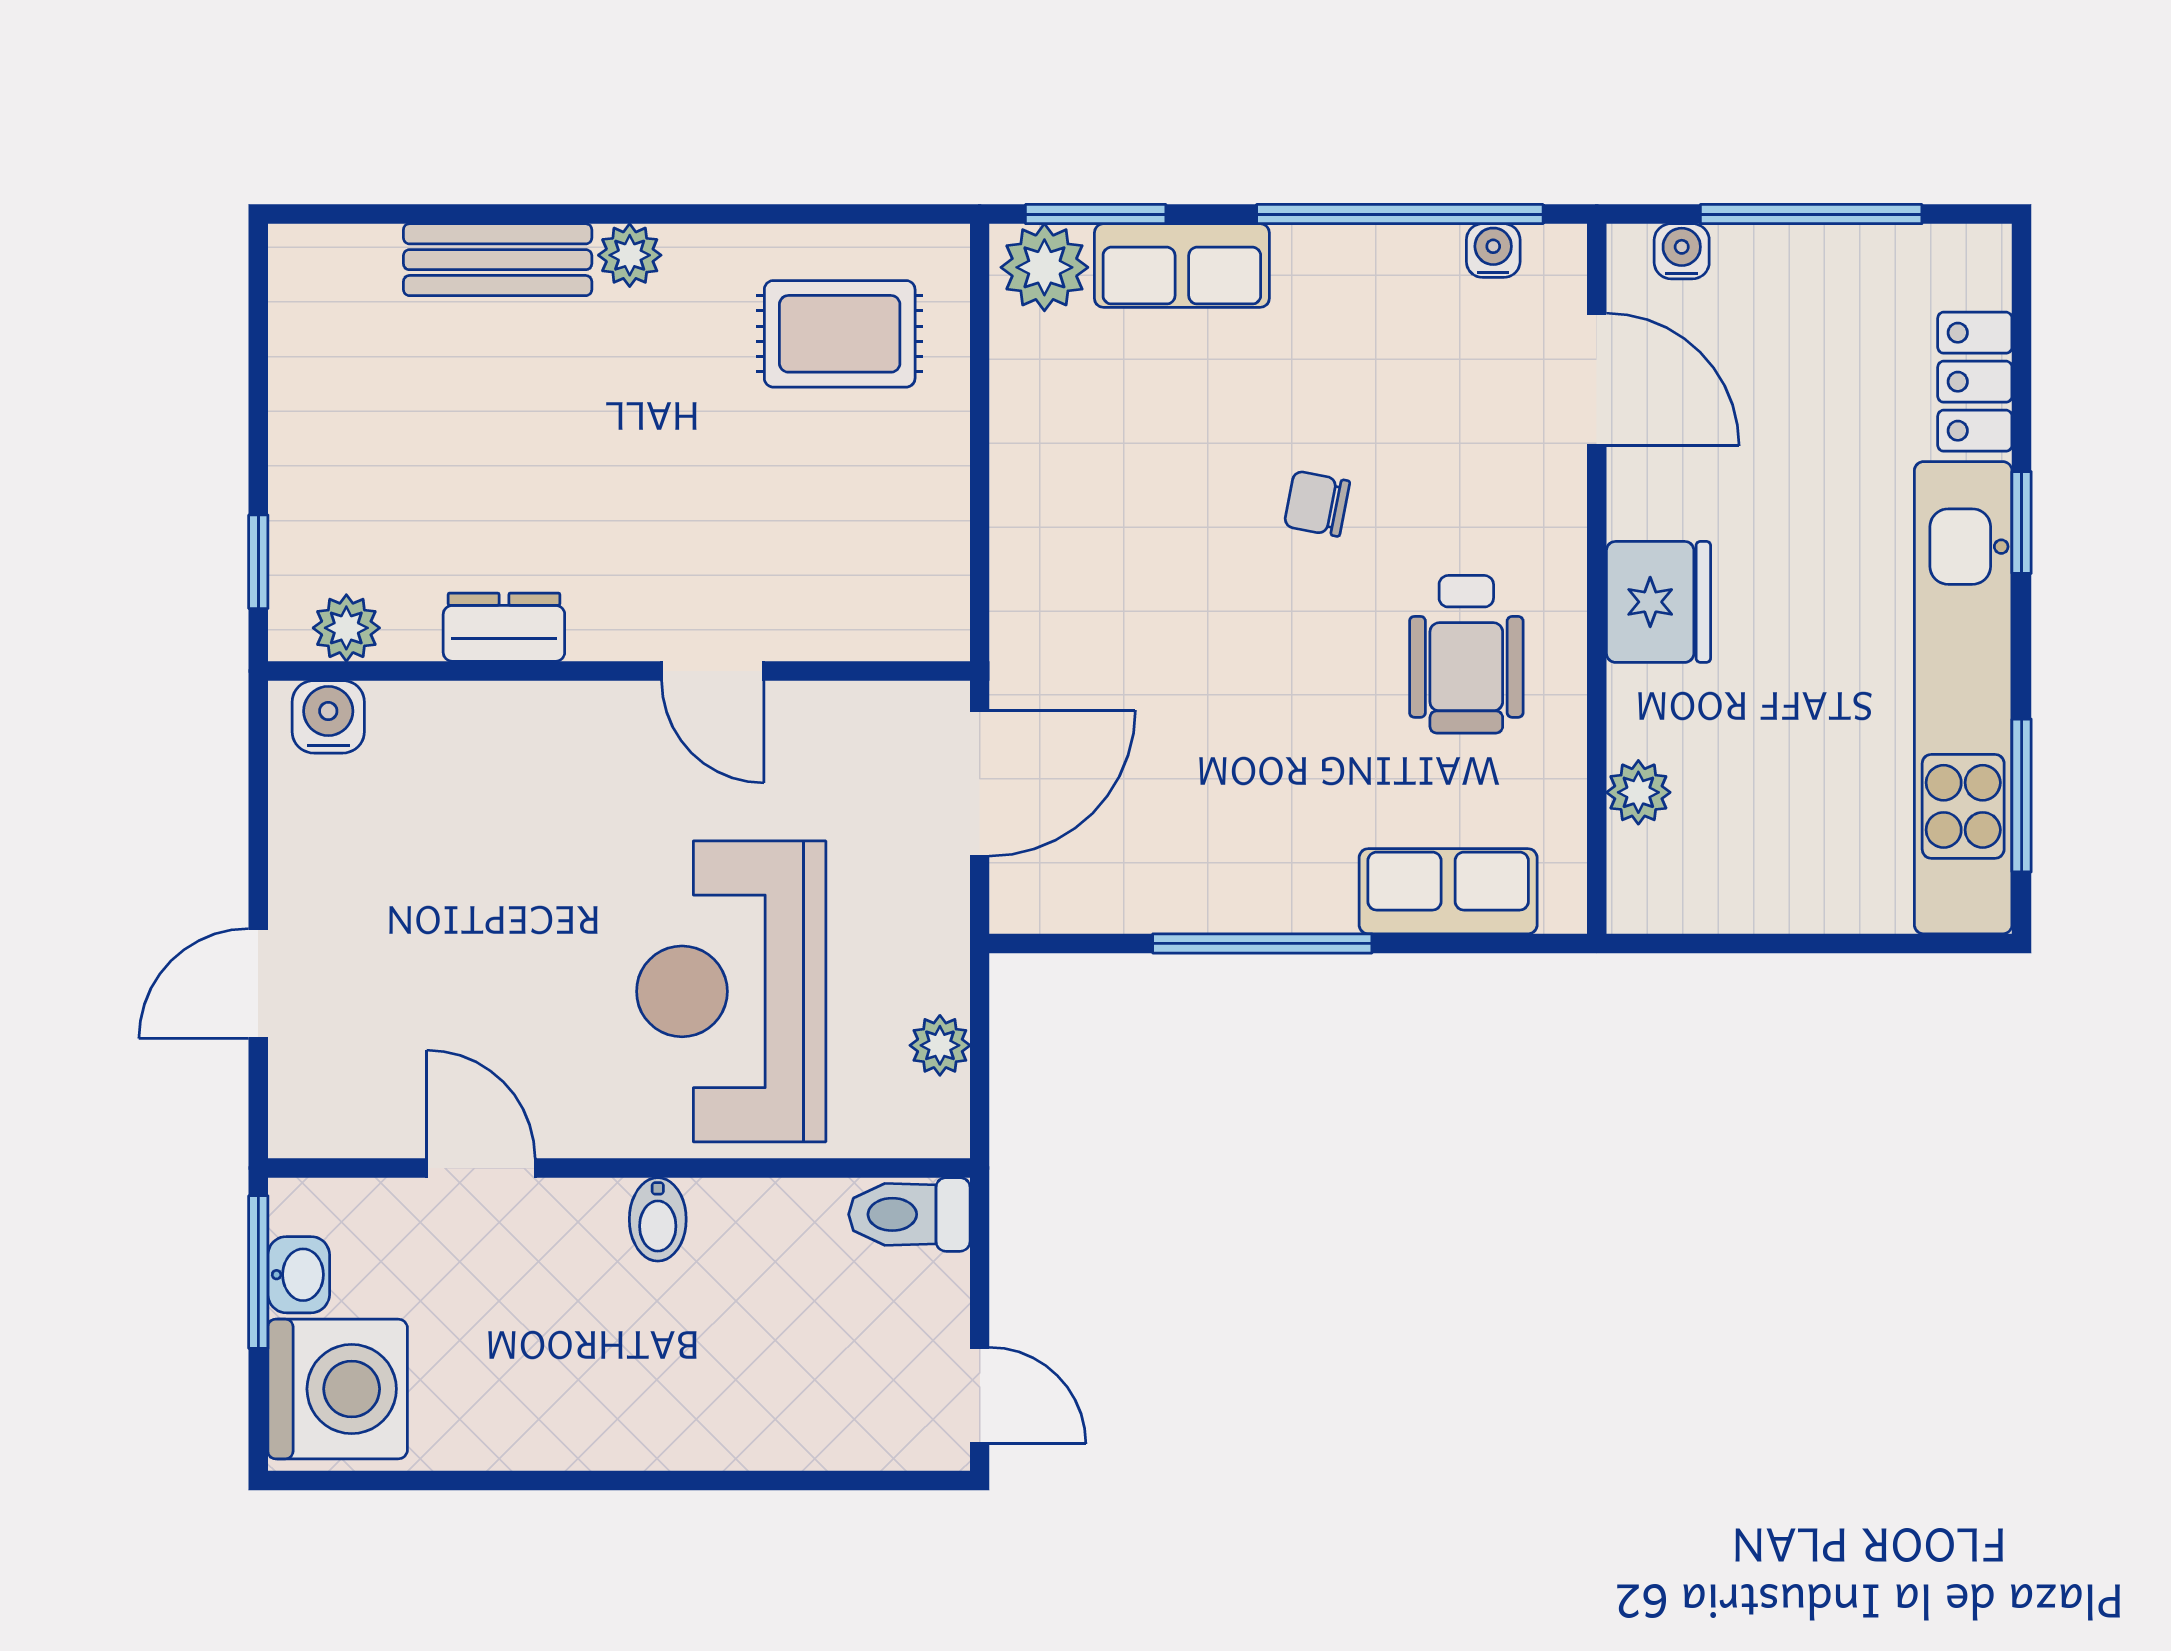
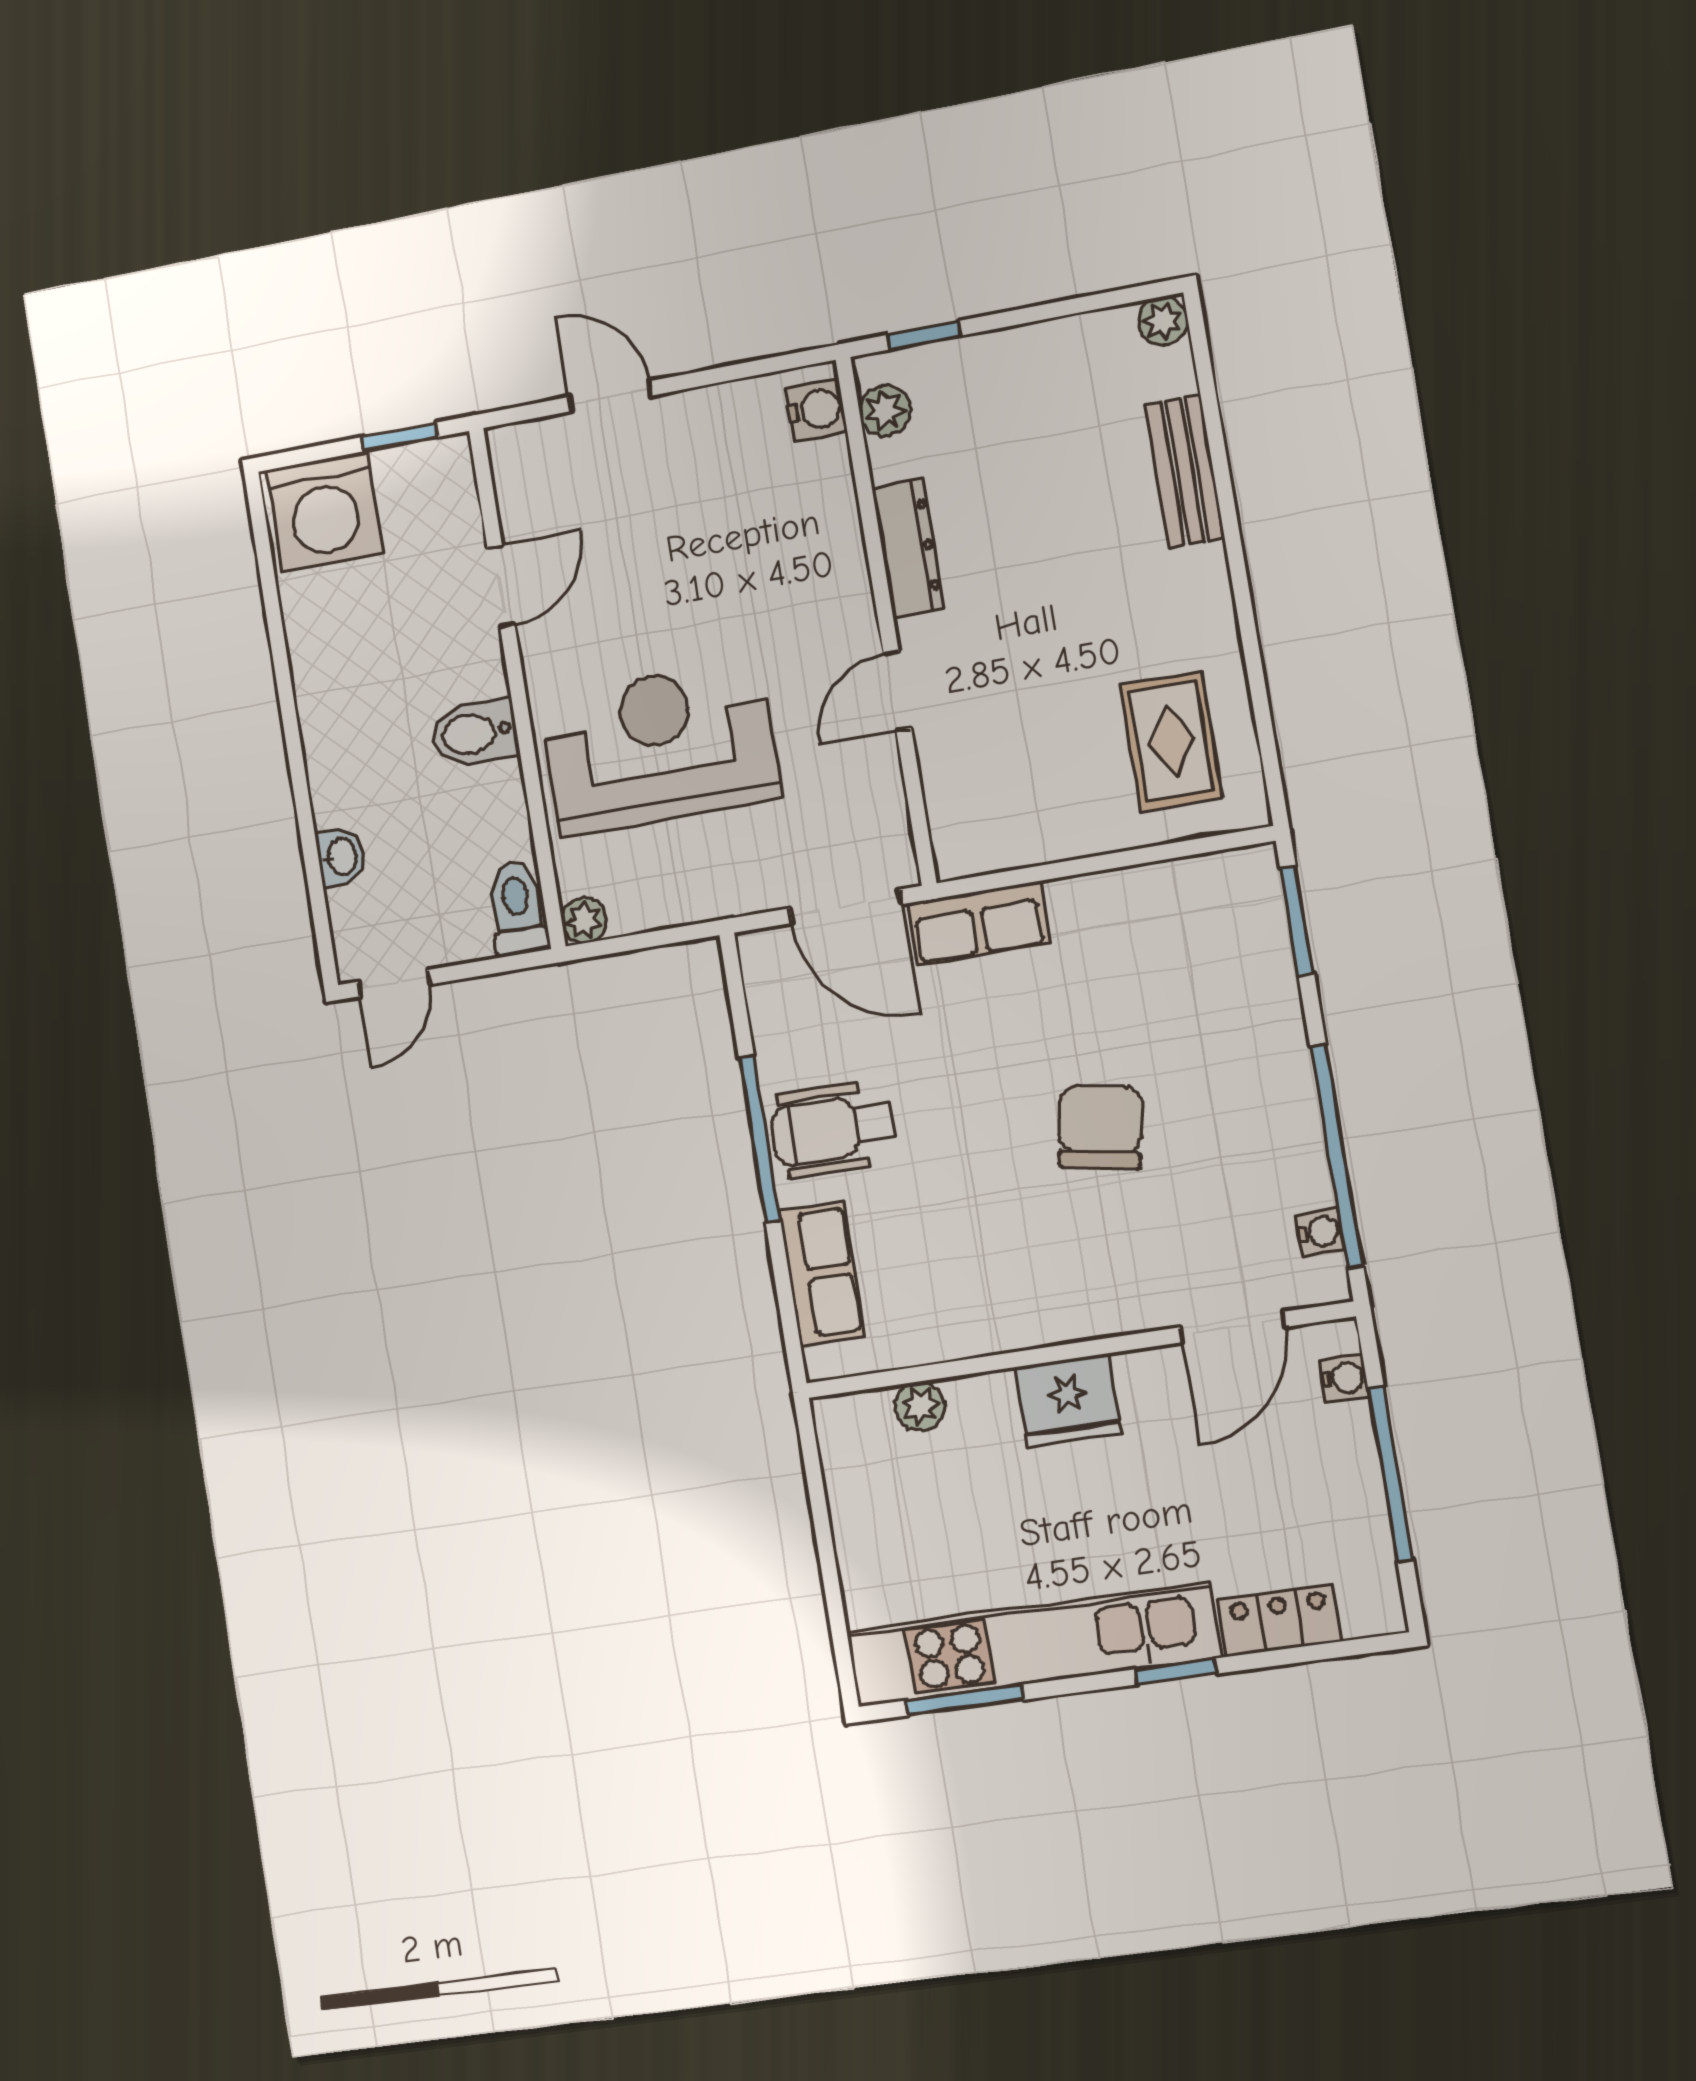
plant: (630, 255) -> (1163, 321), moved
row of seats: (1182, 266) -> (978, 924), moved, turned -90
plant: (1044, 267) -> (1249, 889), removed
chair: (1317, 504) -> (1101, 1127), width x1.87, depth x1.87
dresser: (504, 627) -> (908, 548), width x1.44
wheelchair: (1466, 654) -> (833, 1129), moved
plant: (940, 1045) -> (584, 920), moved
bidet: (658, 1219) -> (474, 733), width x1.38, depth x1.36
window: (258, 1272) -> (400, 437), width x0.67
washbasin: (299, 1275) -> (341, 857), moved, turned -90

